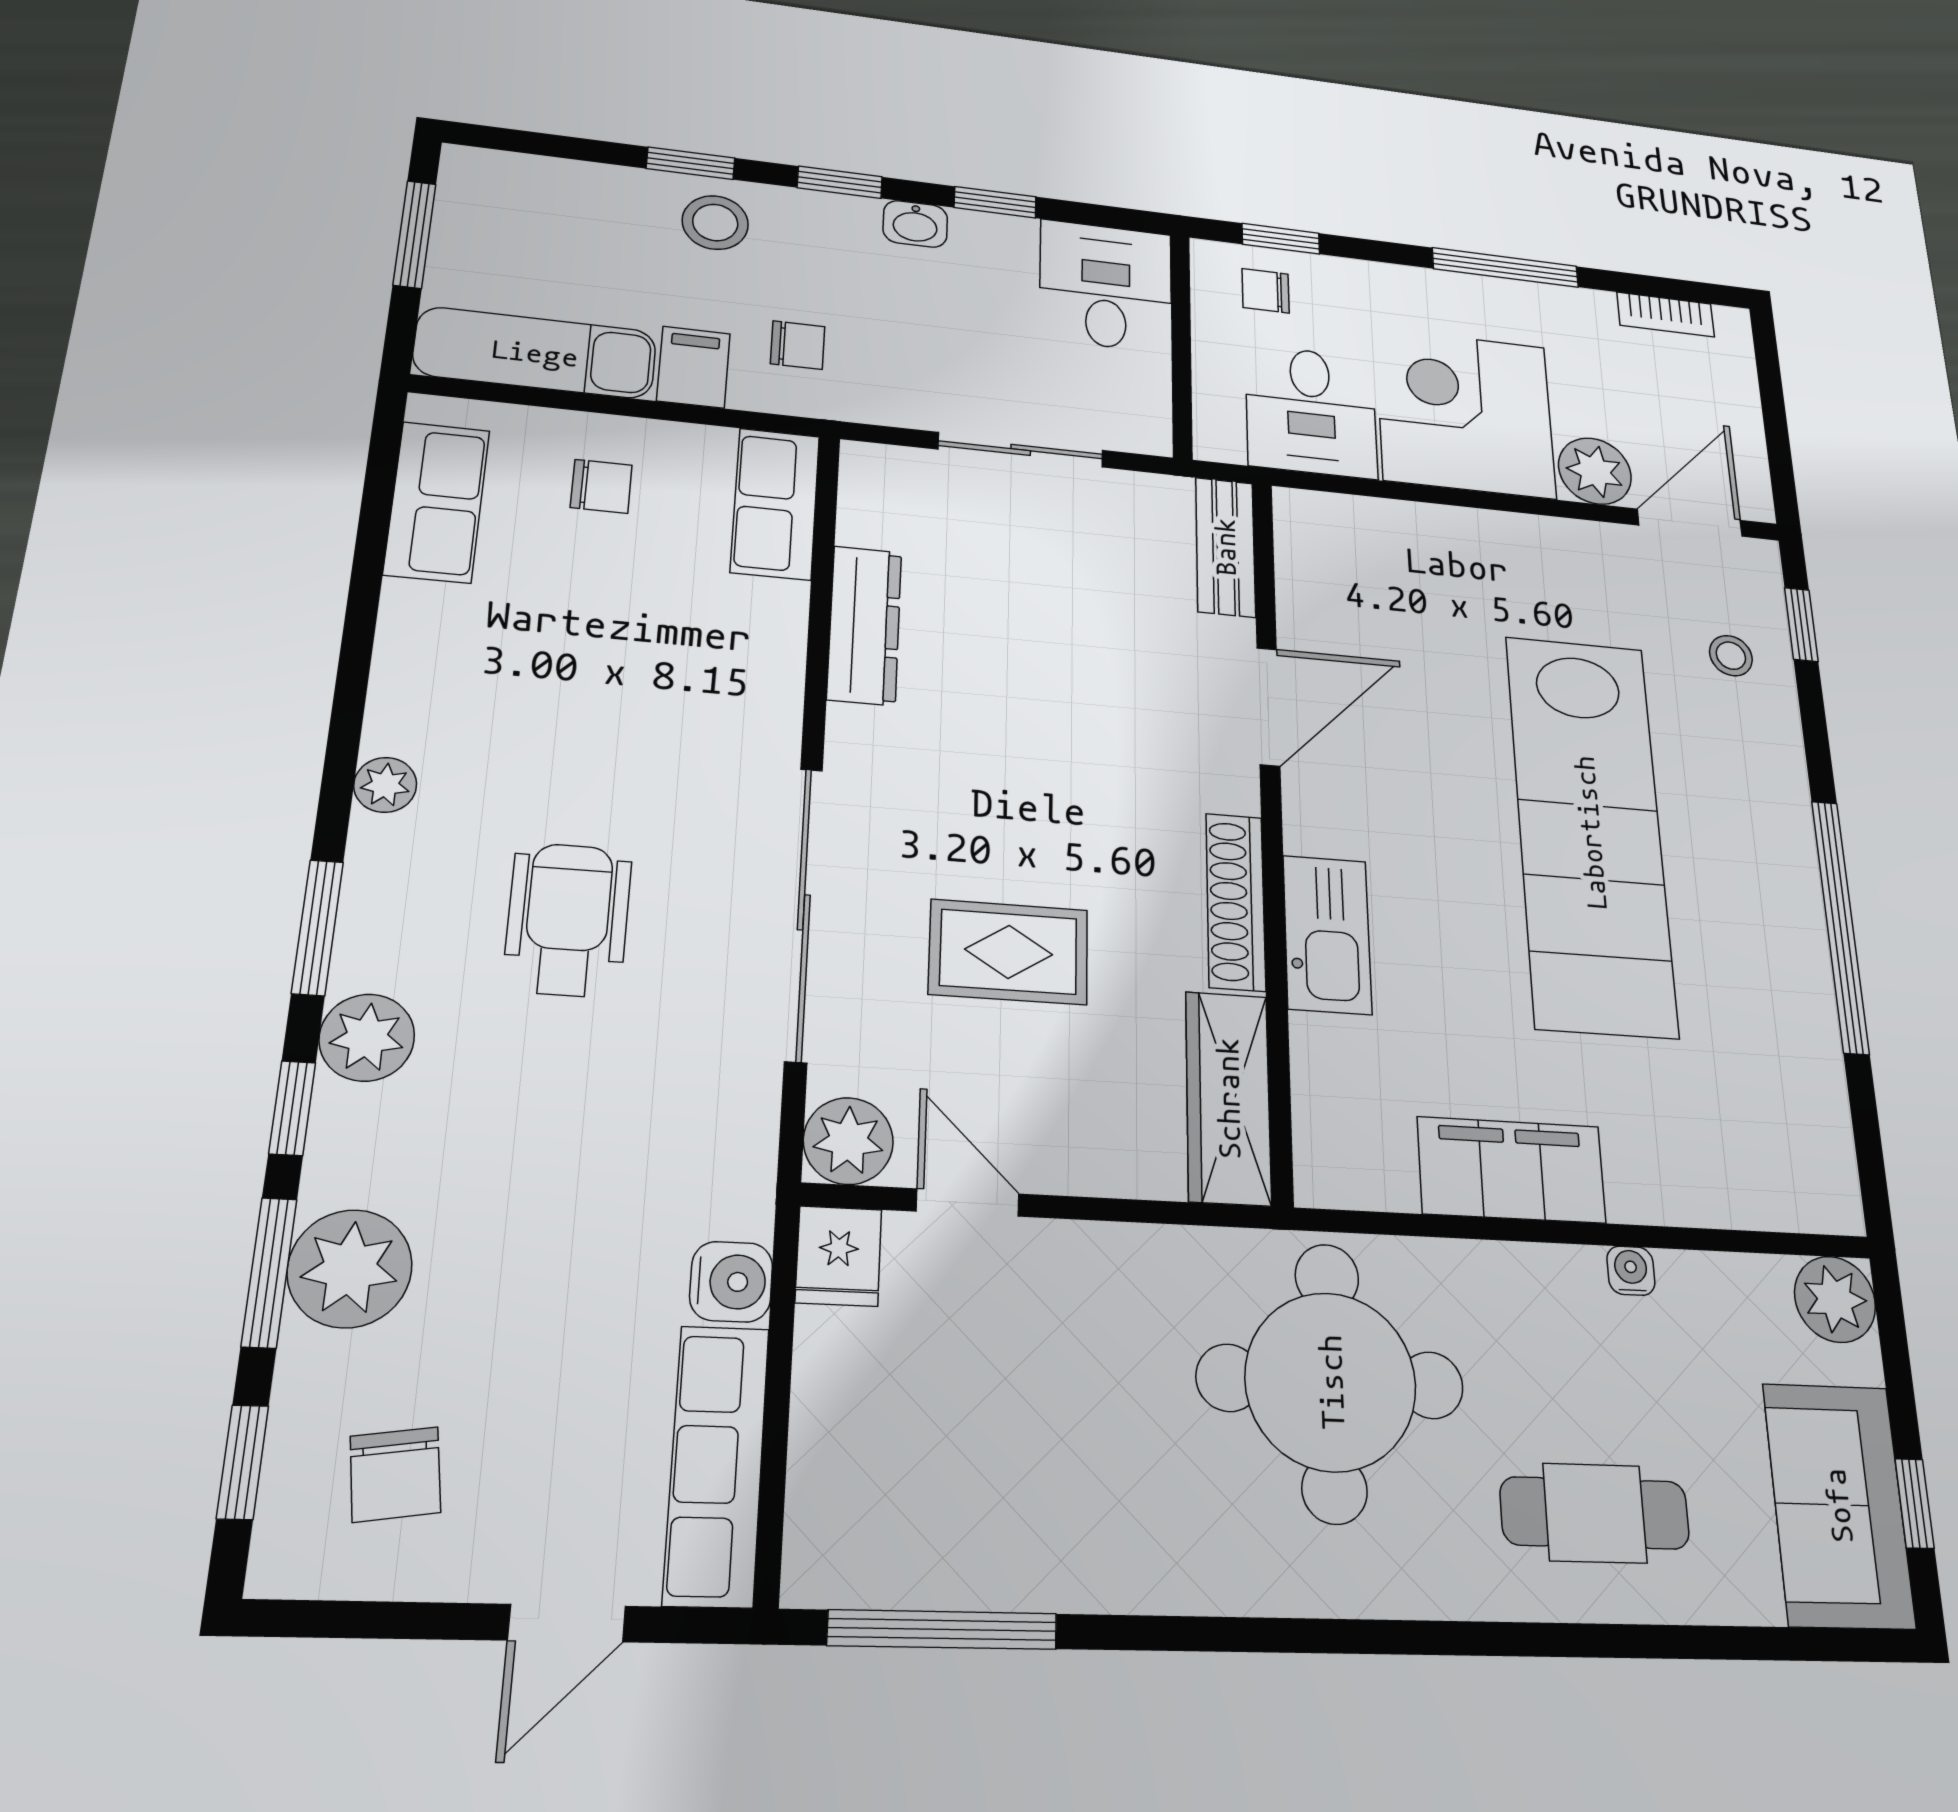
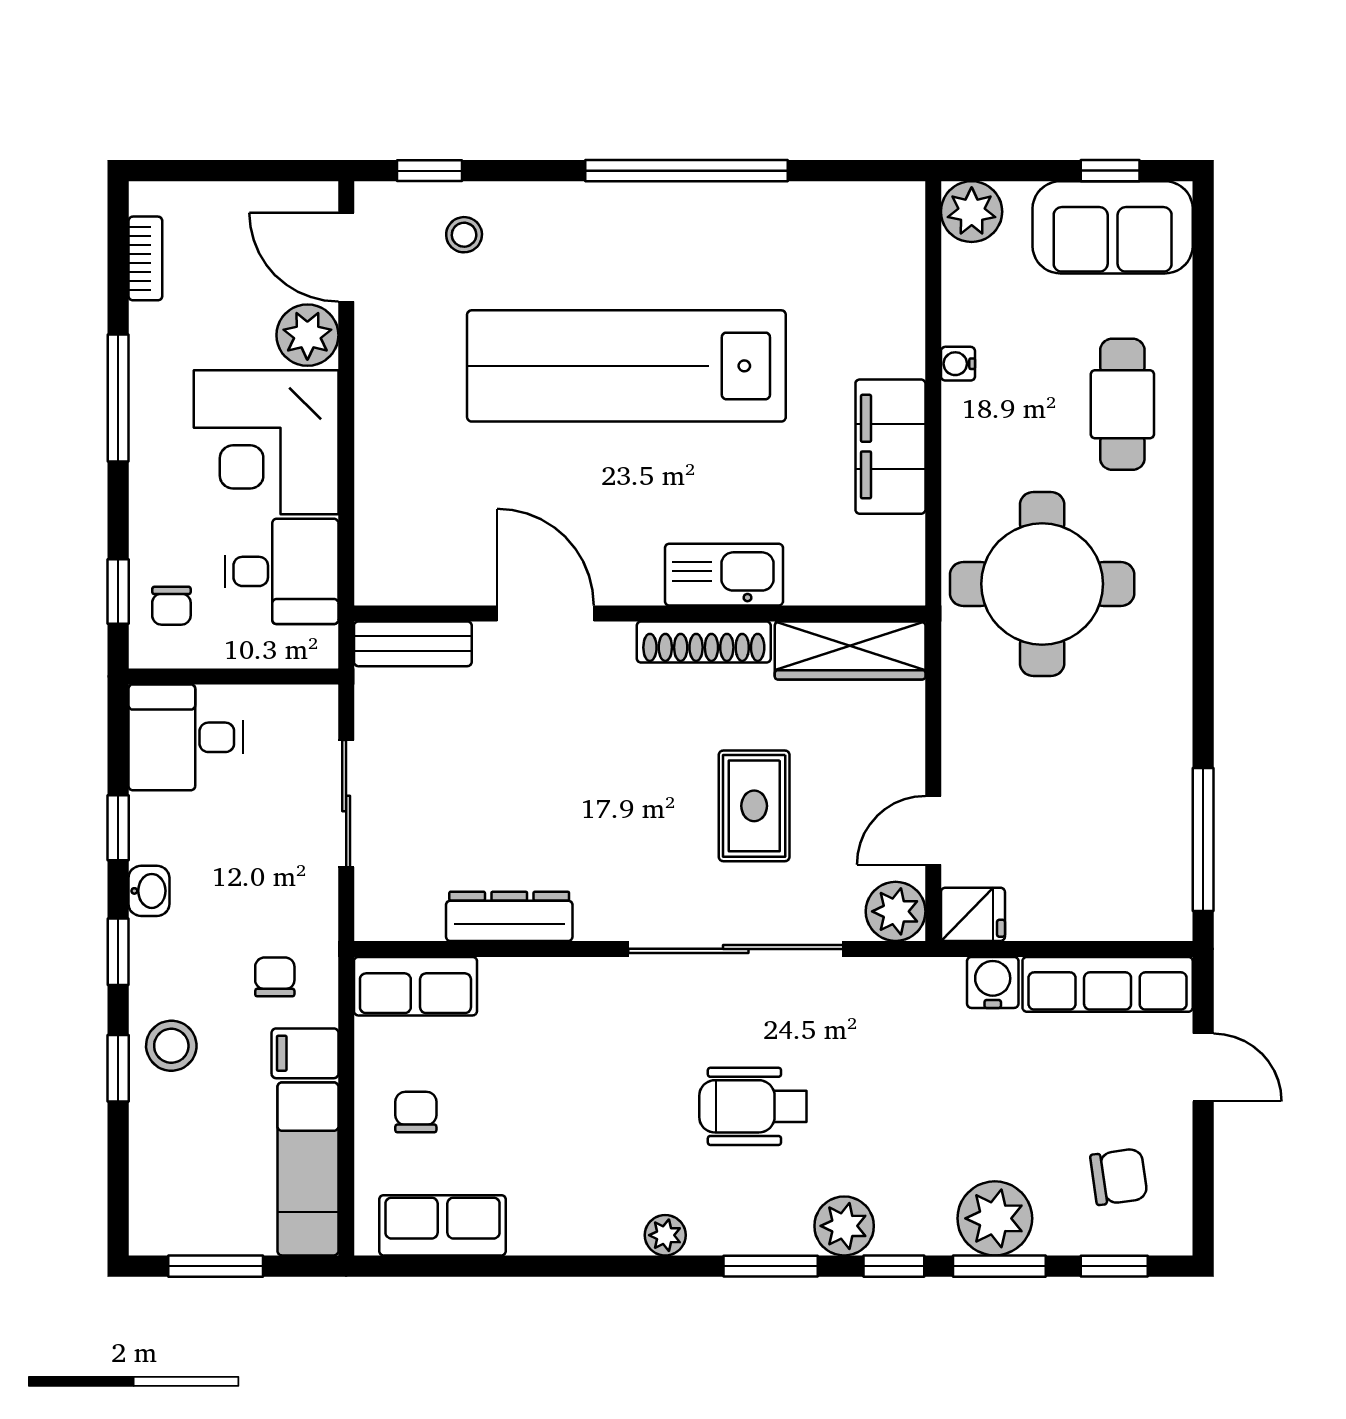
lab bench: (1590, 832) -> (626, 366), turned 180

